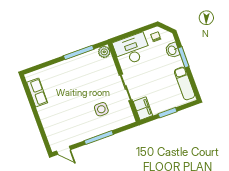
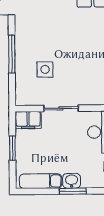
washbasin: (172, 50) -> (72, 181), moved

